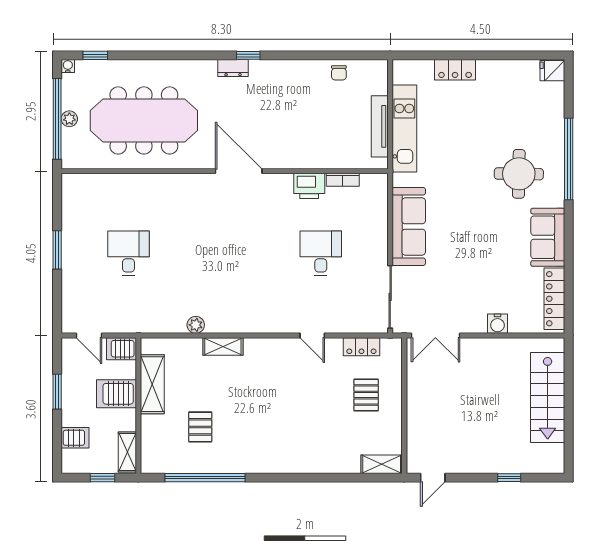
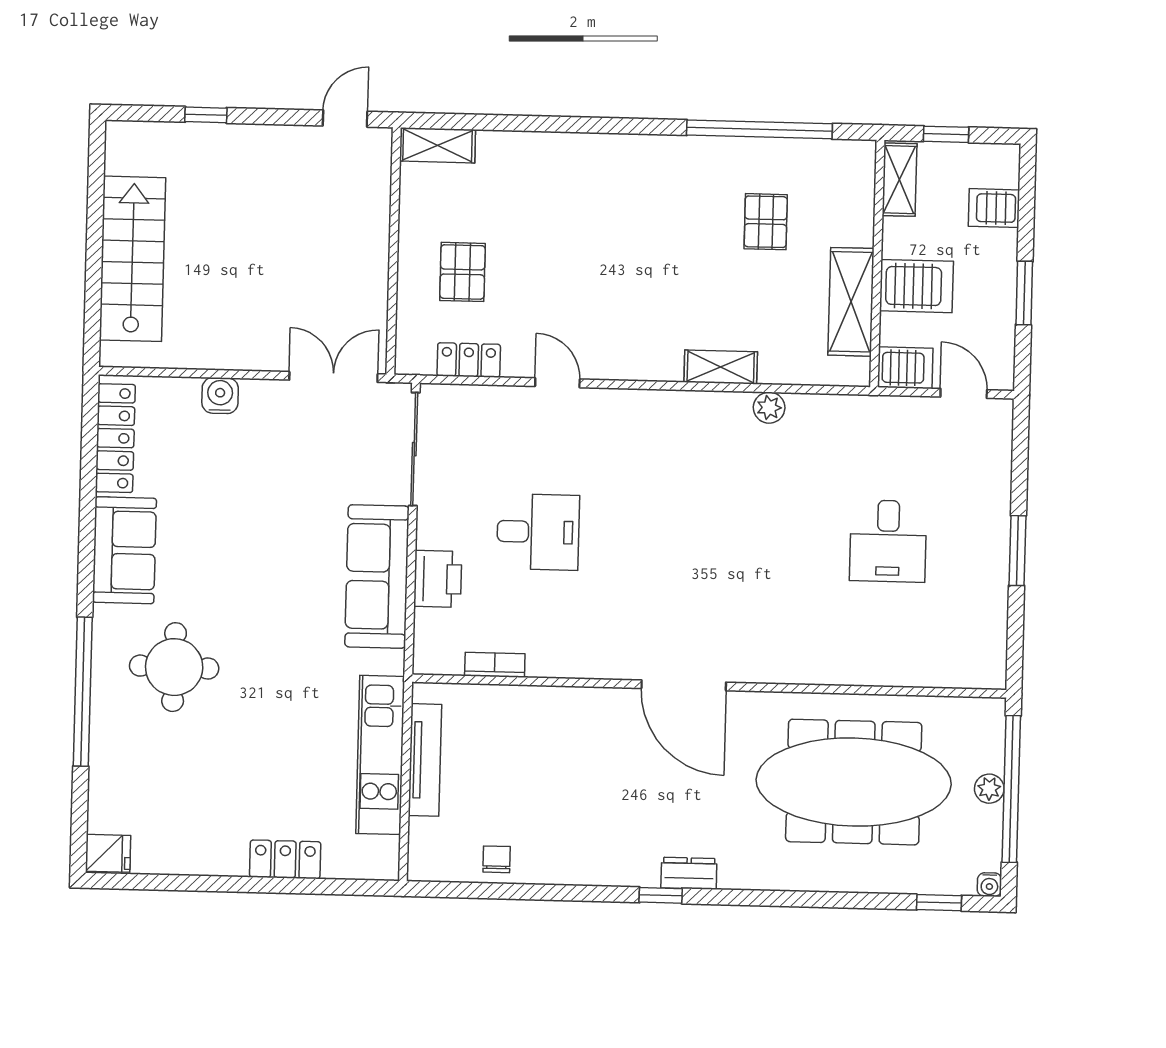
printer: (309, 186) -> (438, 579), moved, turned 90
desk: (321, 253) -> (538, 532), turned -90

